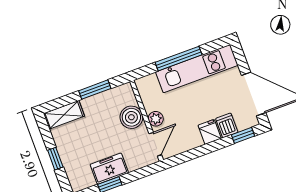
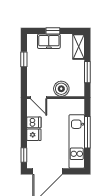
plant: (156, 119) -> (55, 104), removed
dishwasher: (227, 125) -> (34, 122), moved
freezer: (109, 169) -> (49, 41), moved, turned 90

